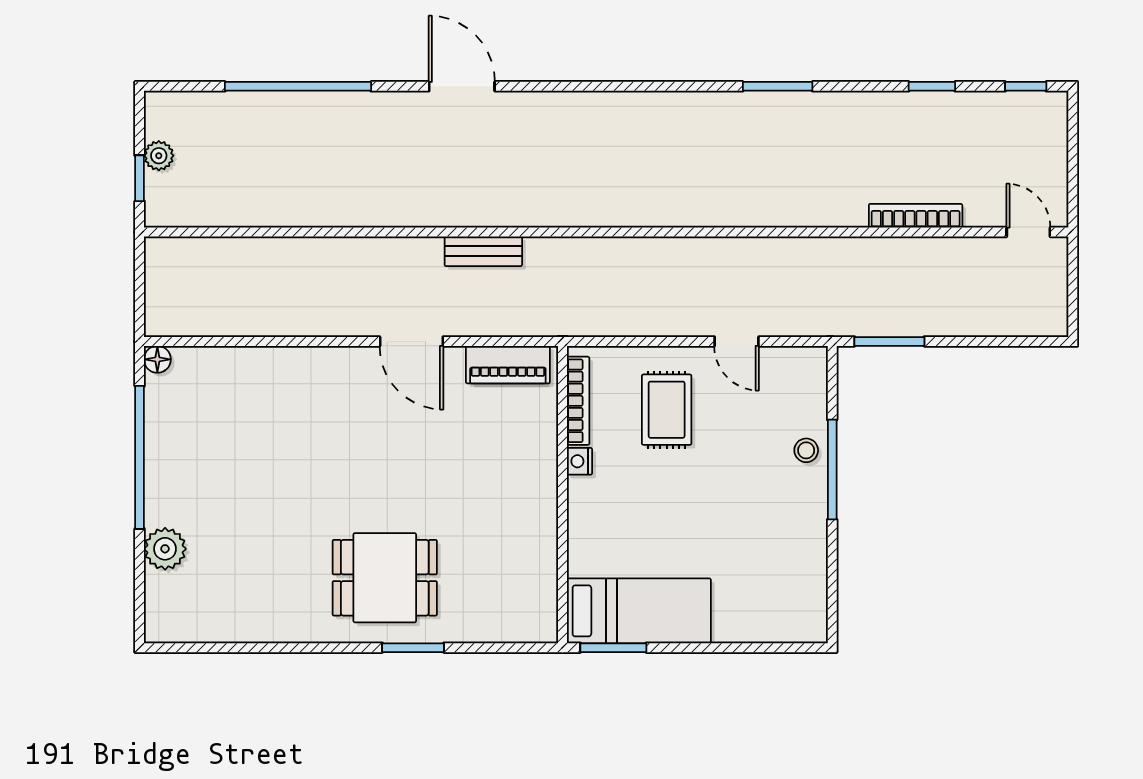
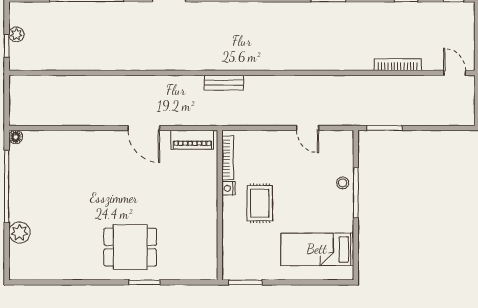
bench: (483, 251) -> (224, 83), moved
rug: (667, 410) -> (260, 203), moved
bed: (639, 611) -> (317, 249), moved, turned 180

